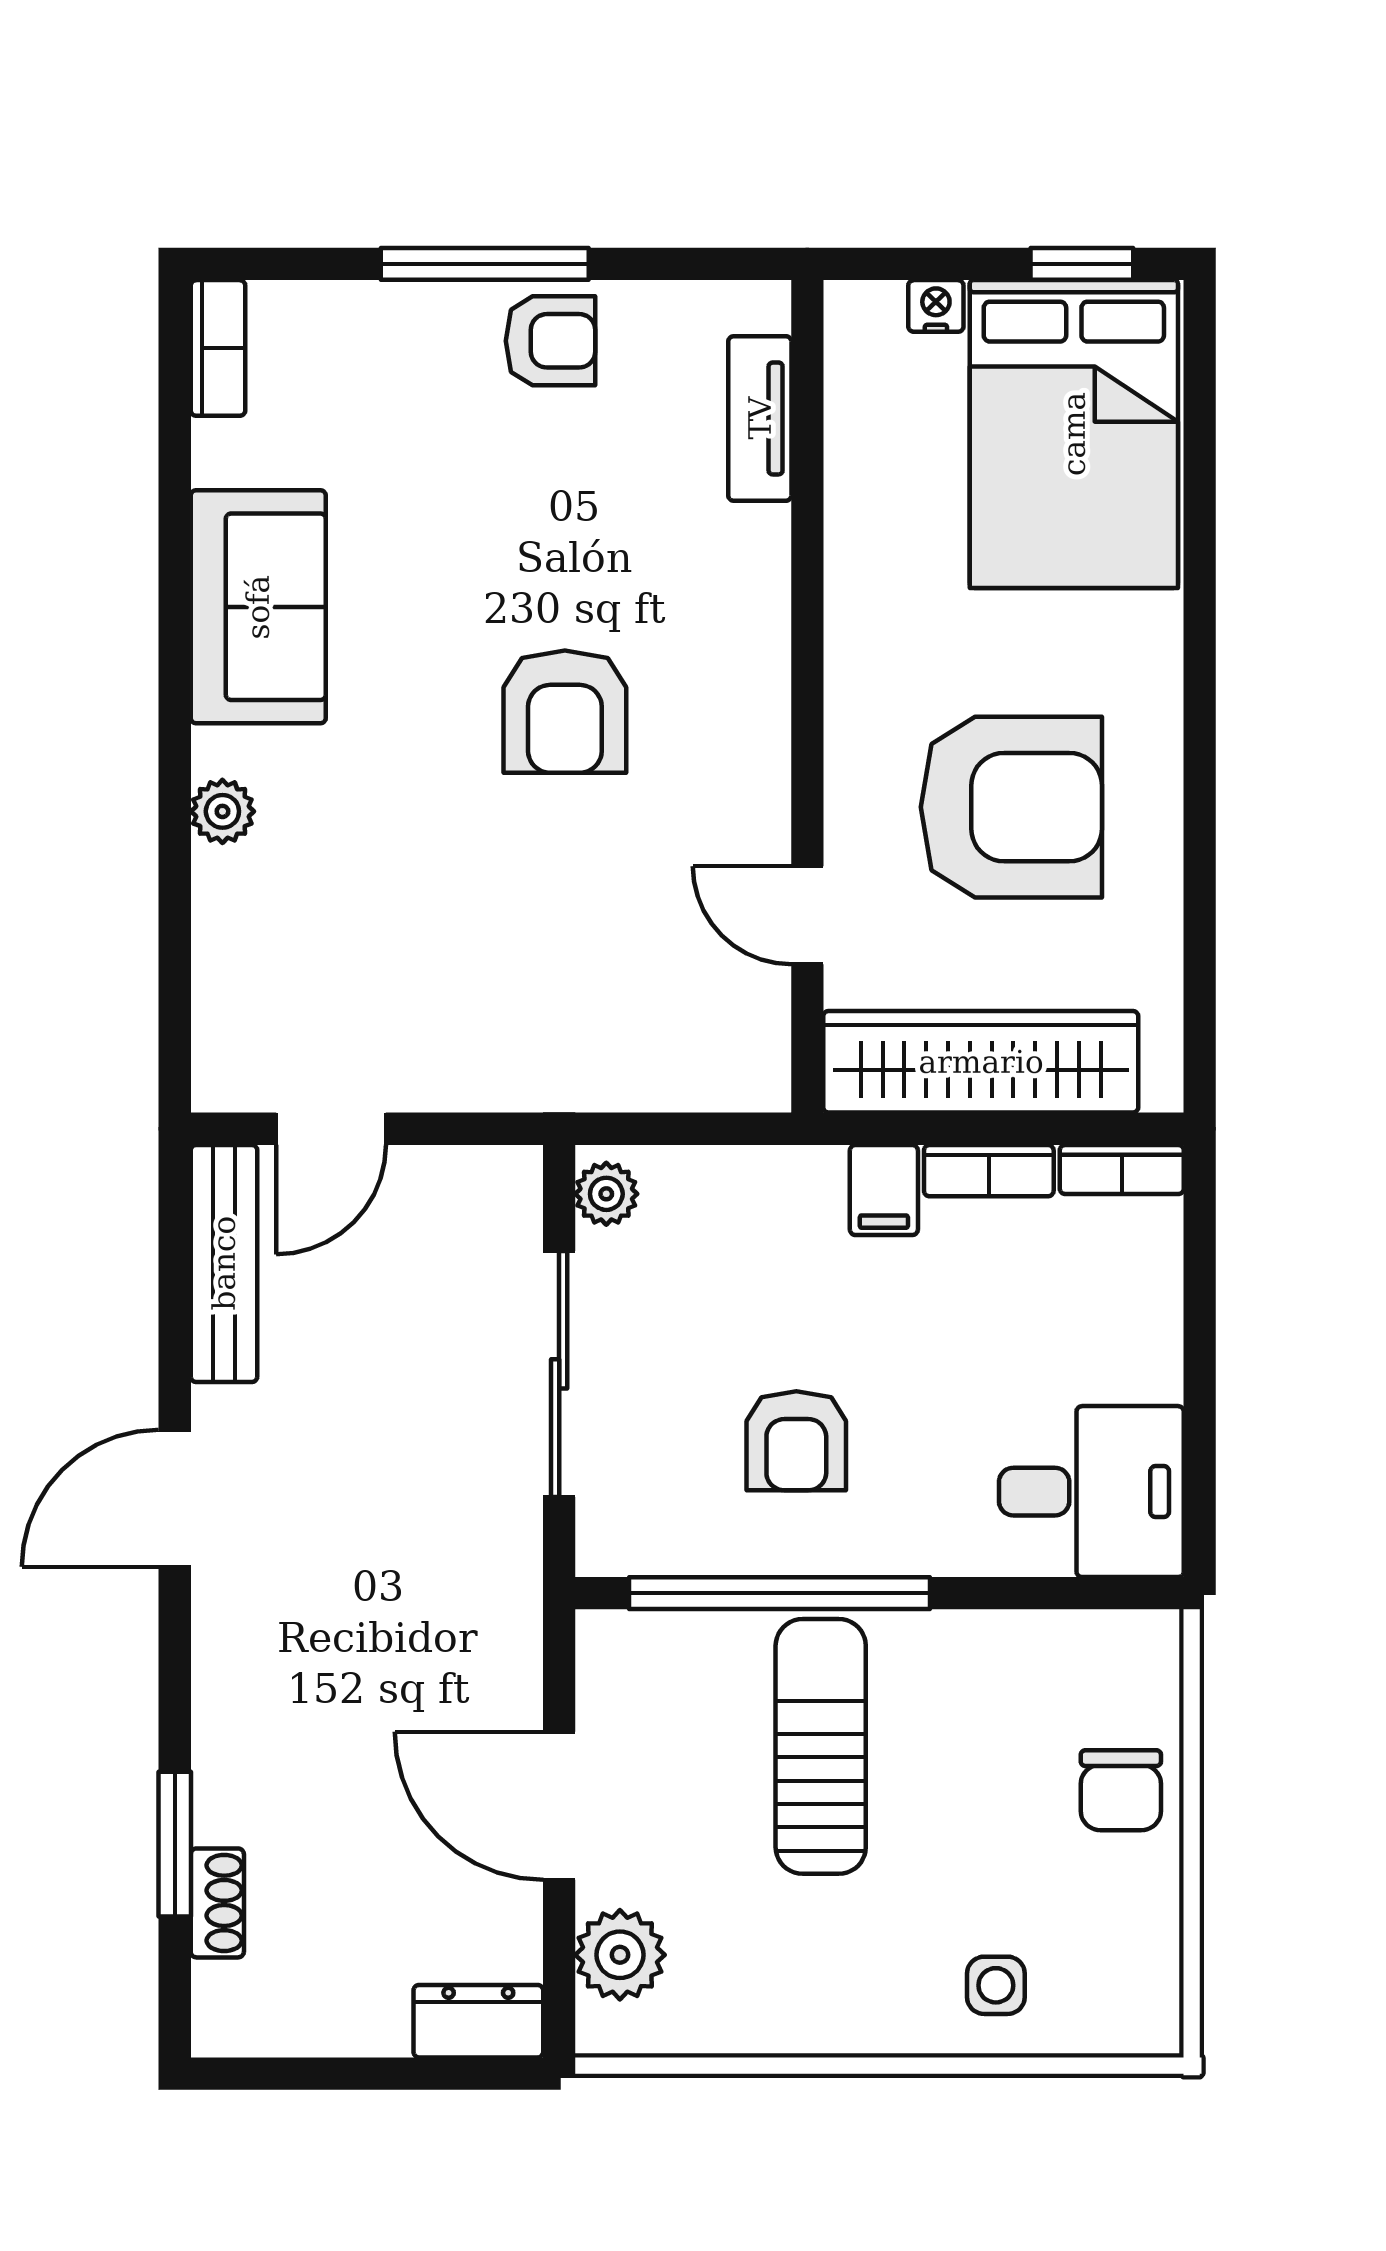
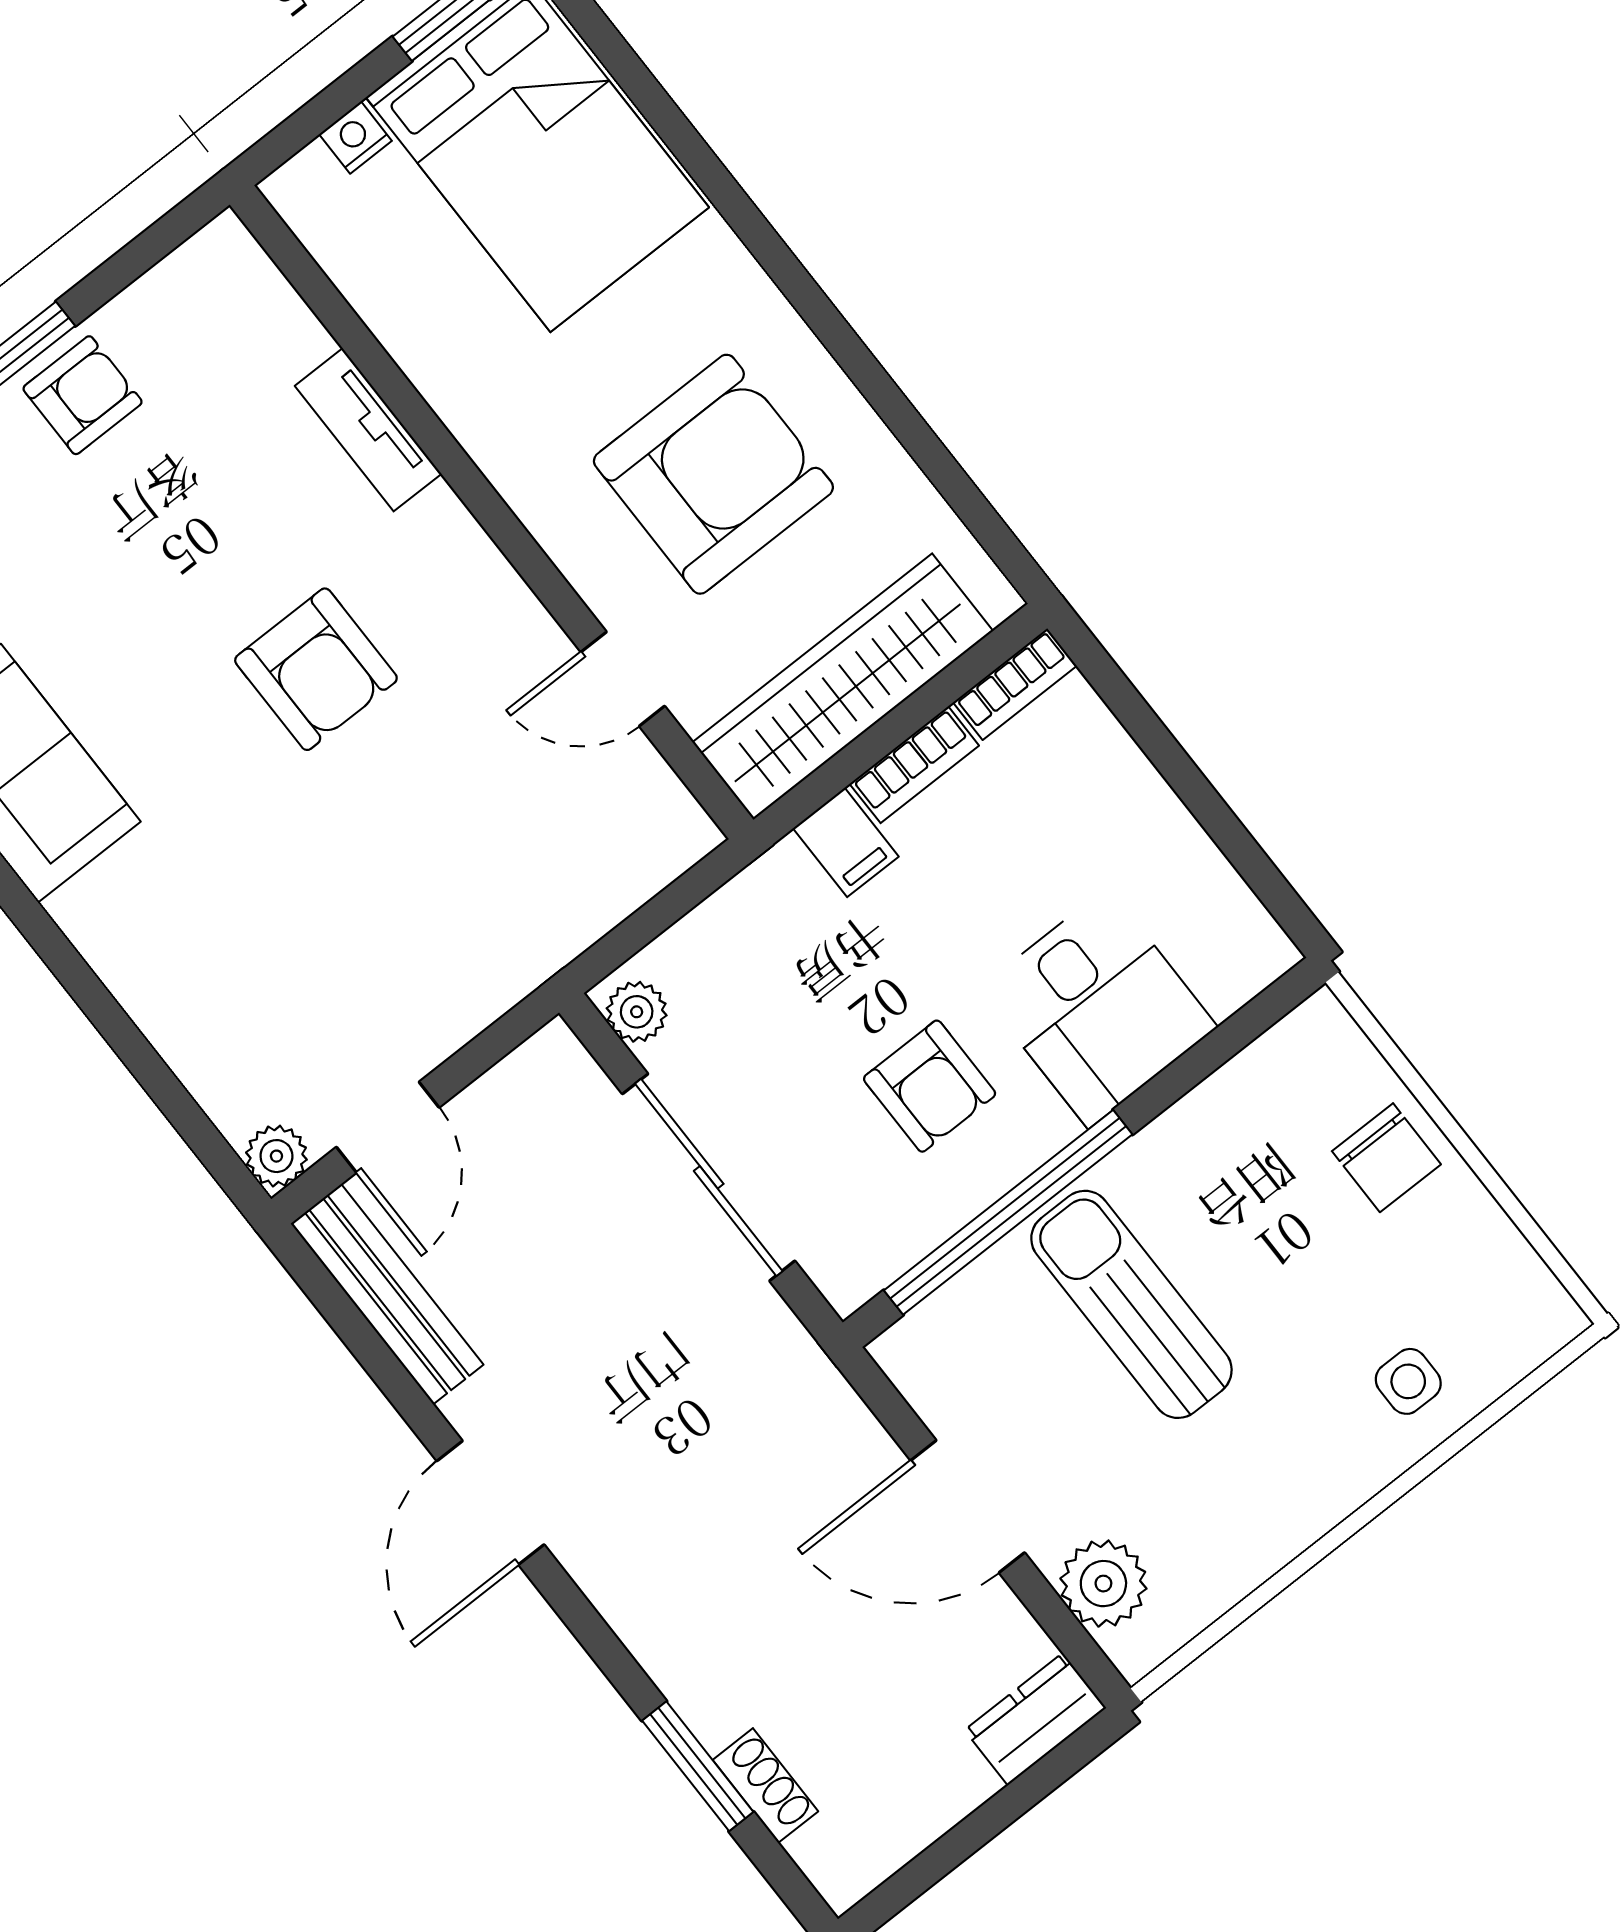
tv unit: (760, 418) -> (368, 430), moved
plant: (222, 811) -> (276, 1156), moved
desk: (1091, 1492) -> (1098, 1008), moved, turned 90

